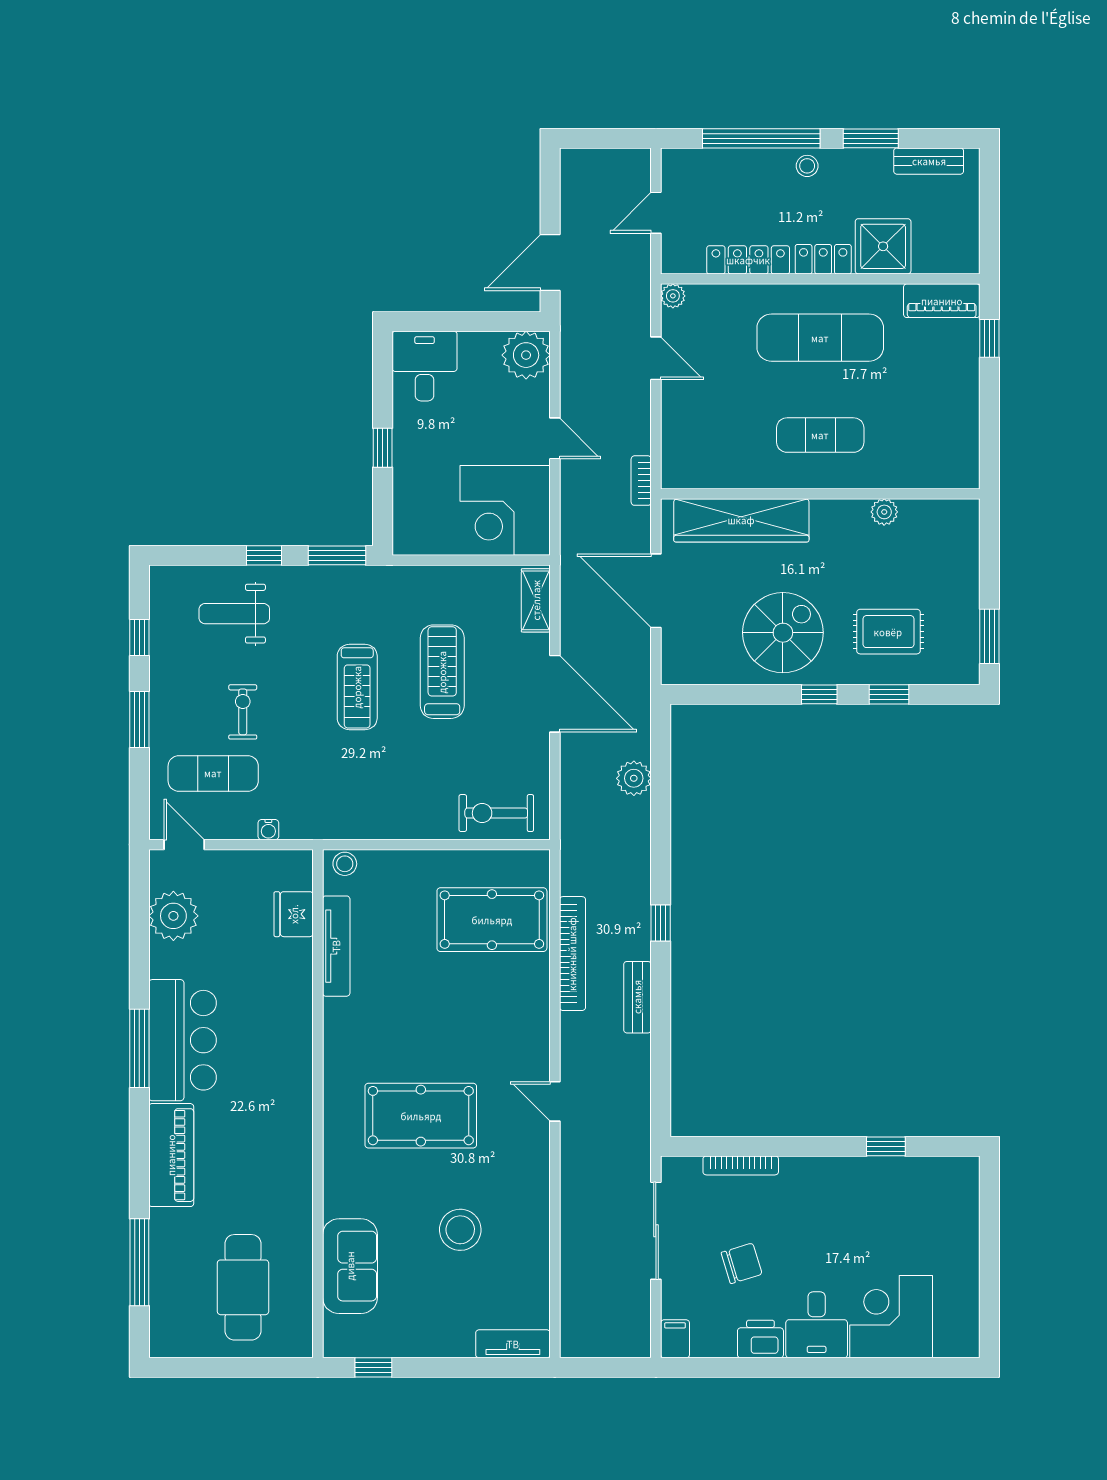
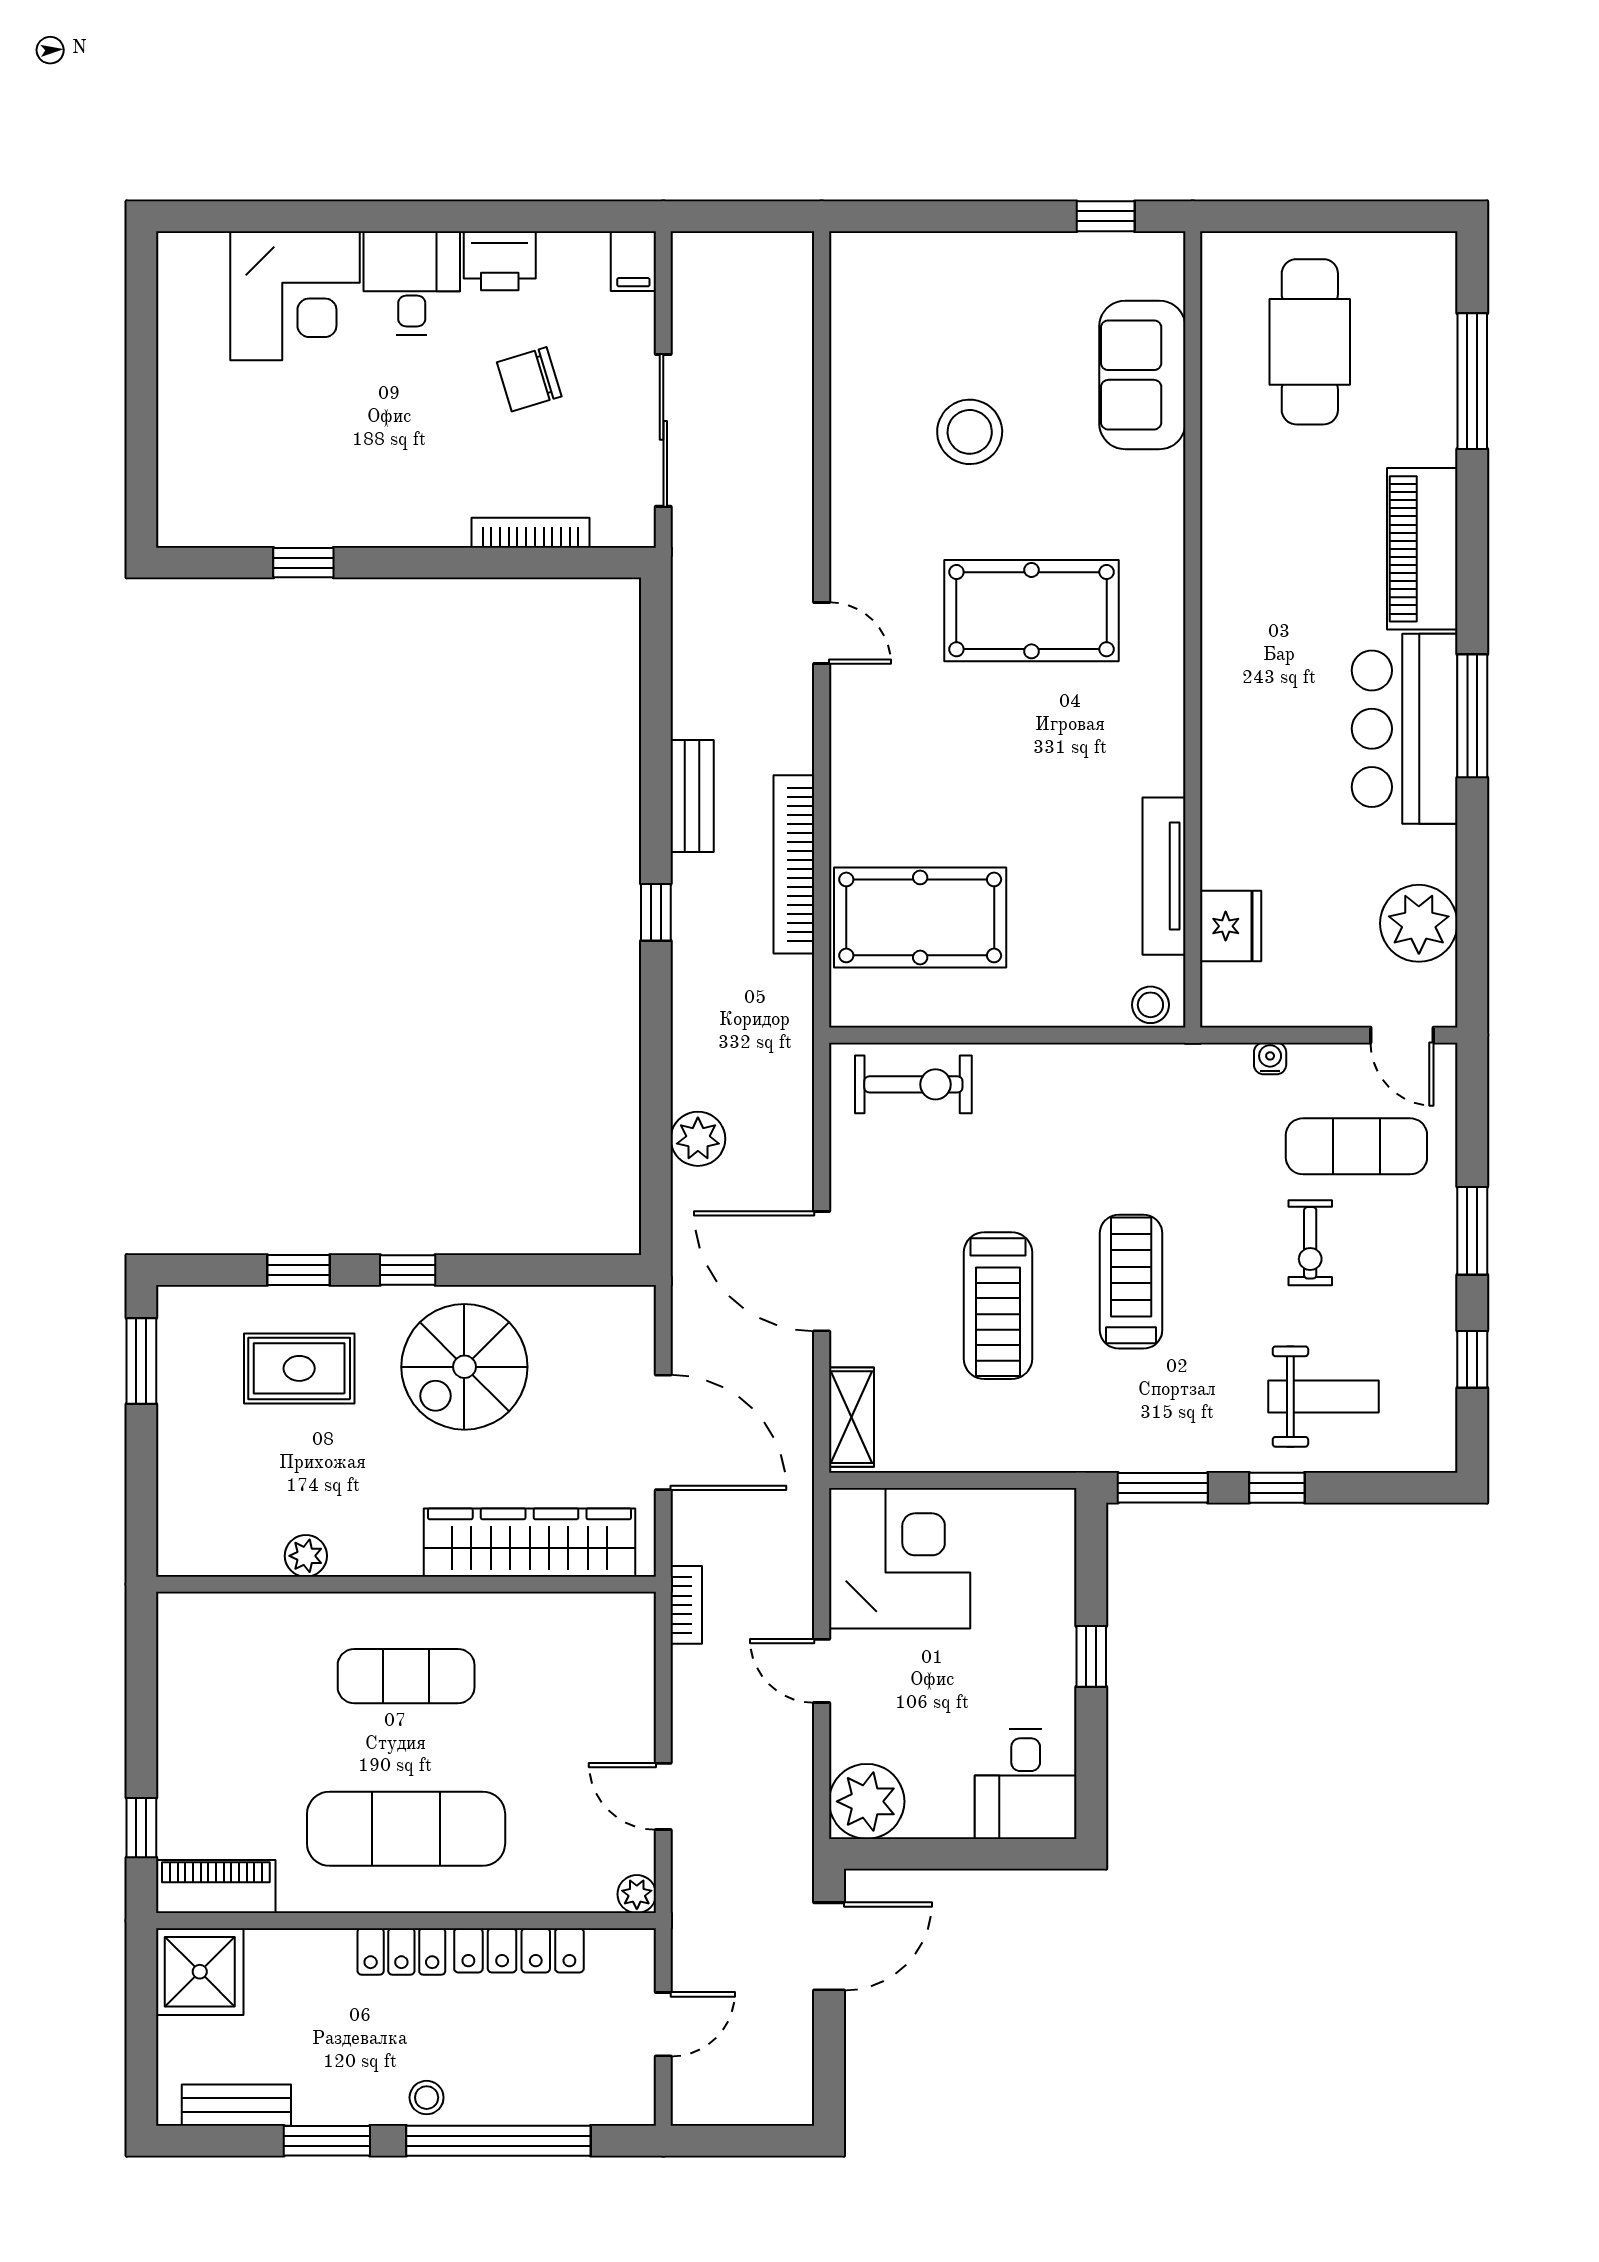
shower: (883, 246) -> (200, 1972), moved
tv unit: (513, 1344) -> (887, 253), removed

